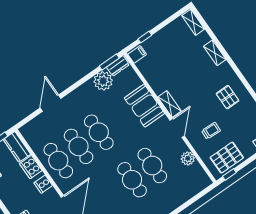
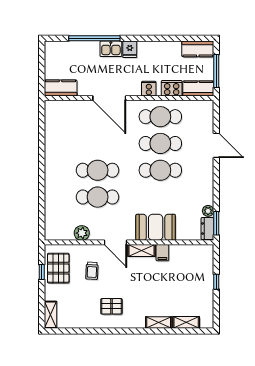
shelving: (193, 22) -> (186, 322), moved
window: (145, 37) -> (216, 282), moved
filing cabinet: (137, 54) -> (162, 253), moved
plant: (103, 81) -> (208, 211), width x0.53, depth x0.53
window: (229, 174) -> (42, 272), moved

